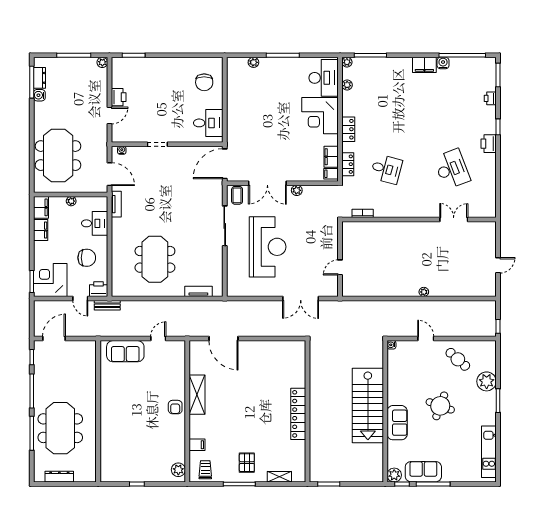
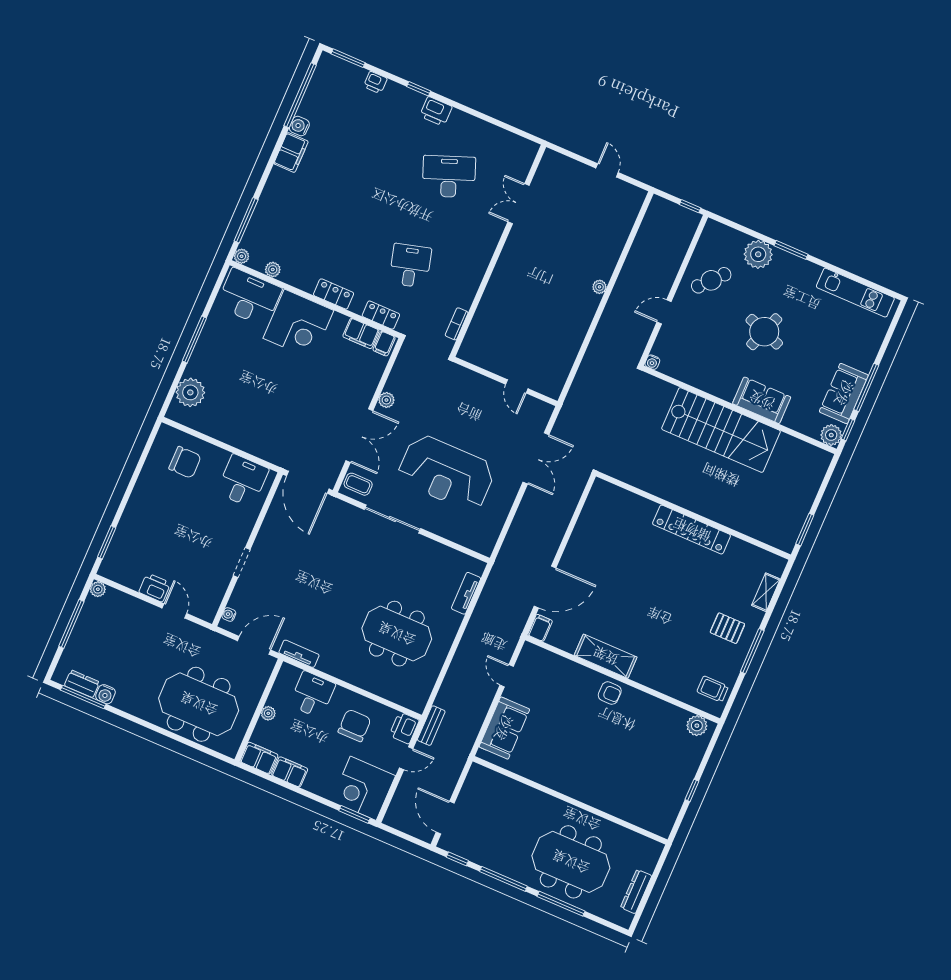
plant: (253, 62) -> (190, 392), width x1.88, depth x1.88
desk: (386, 169) -> (410, 266), turned -30
reception desk: (268, 247) -> (446, 473), turned 180
filing cabinet: (197, 445) -> (540, 628), moved

